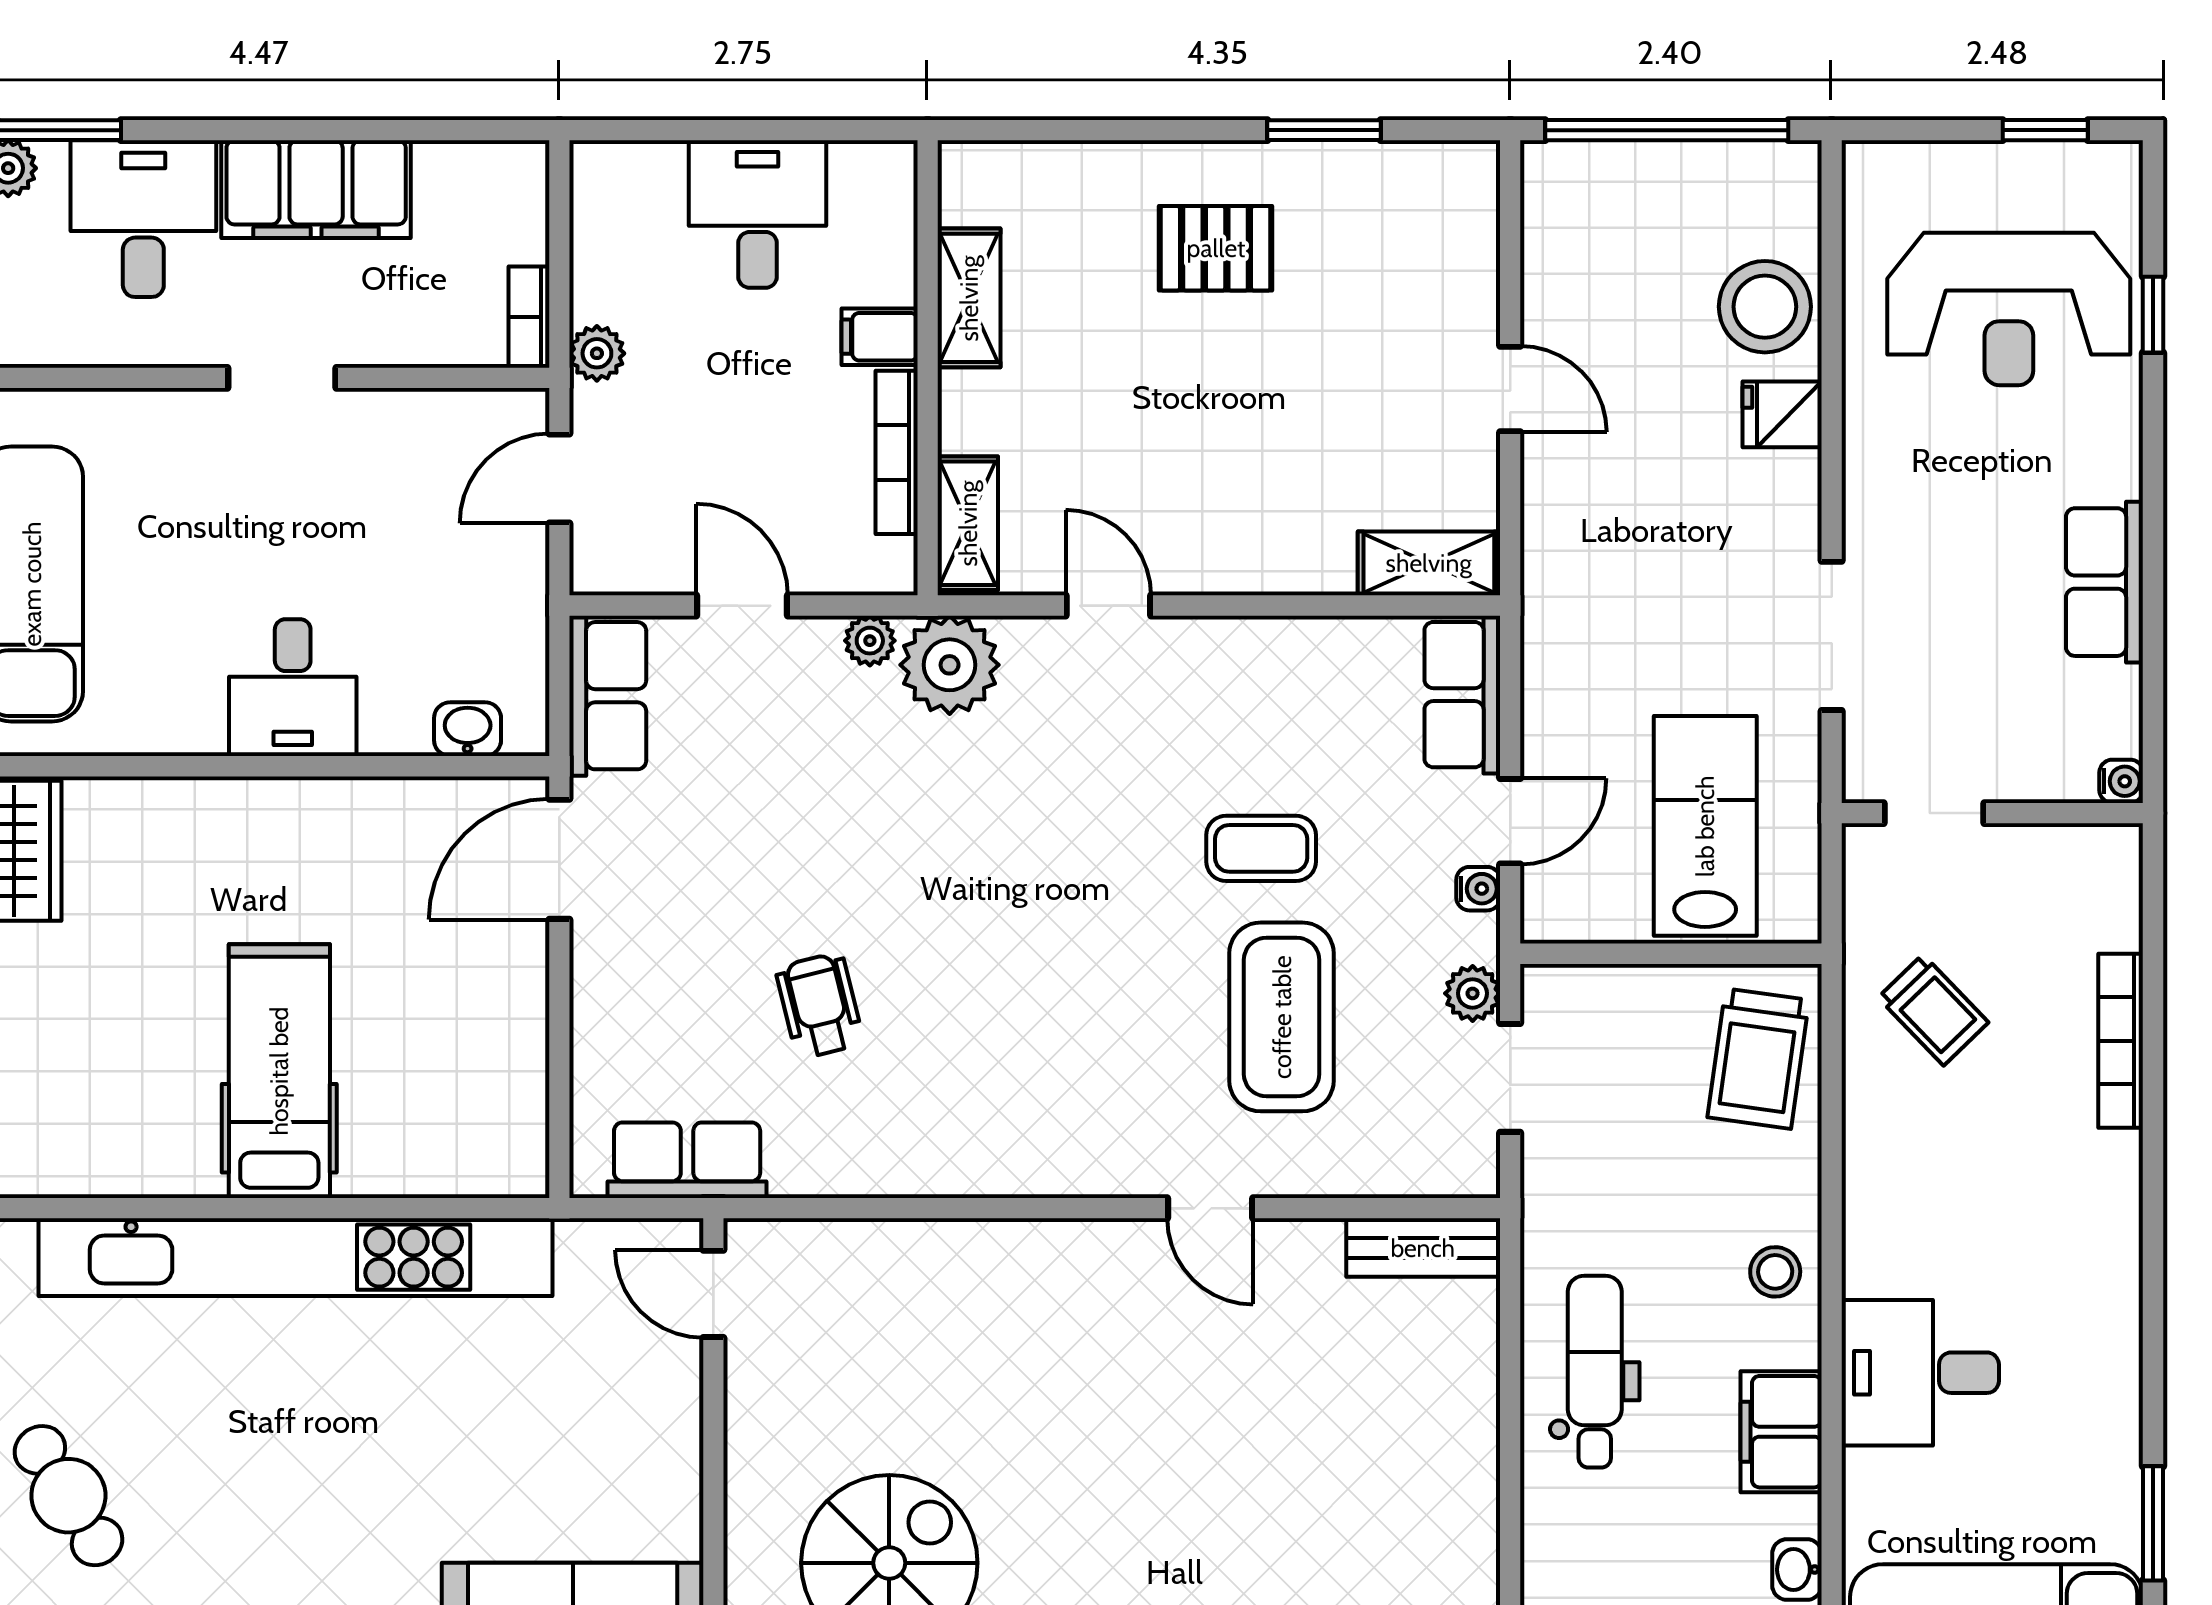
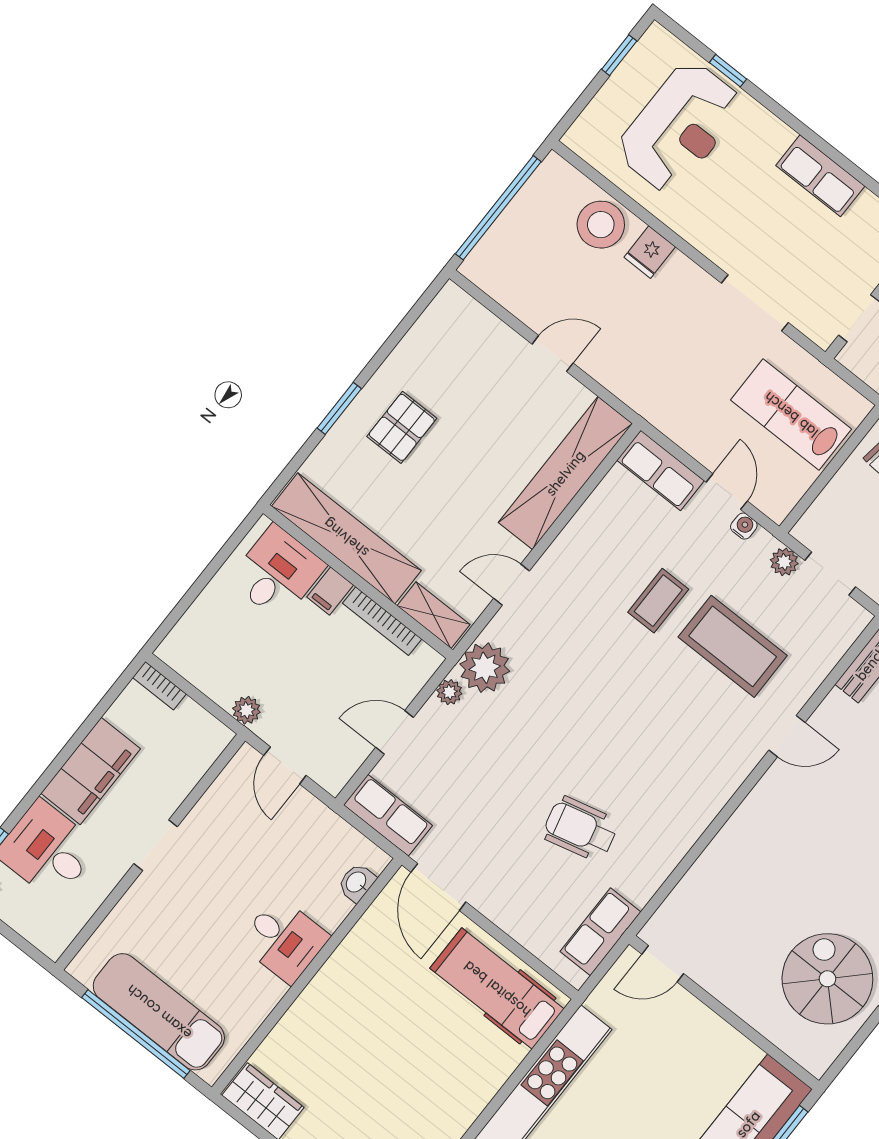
window: (1324, 130) -> (339, 408), moved
desk: (758, 214) -> (277, 573), moved, turned 90
shelving: (969, 298) -> (346, 538), width x2.20, depth x1.33
bookcase: (529, 317) -> (159, 686), moved
shelving: (1429, 563) -> (565, 473), width x2.20, depth x1.33
wheelchair: (819, 1005) -> (580, 829), width x1.36, depth x1.37
hospital bed: (279, 1071) -> (497, 989), moved

